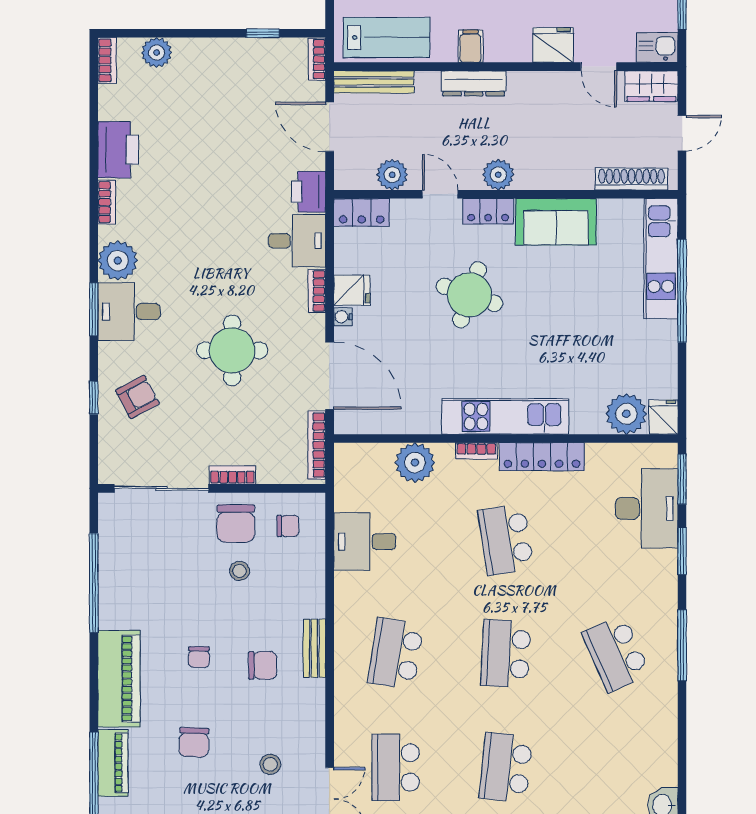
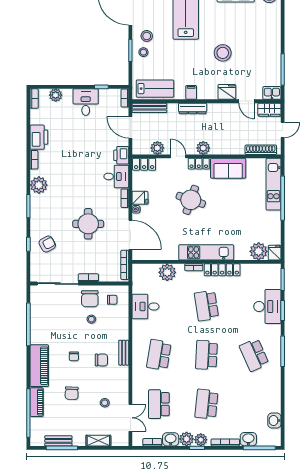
desk: (129, 312) -> (86, 102), moved, turned 90
desk: (647, 508) -> (267, 306), moved

